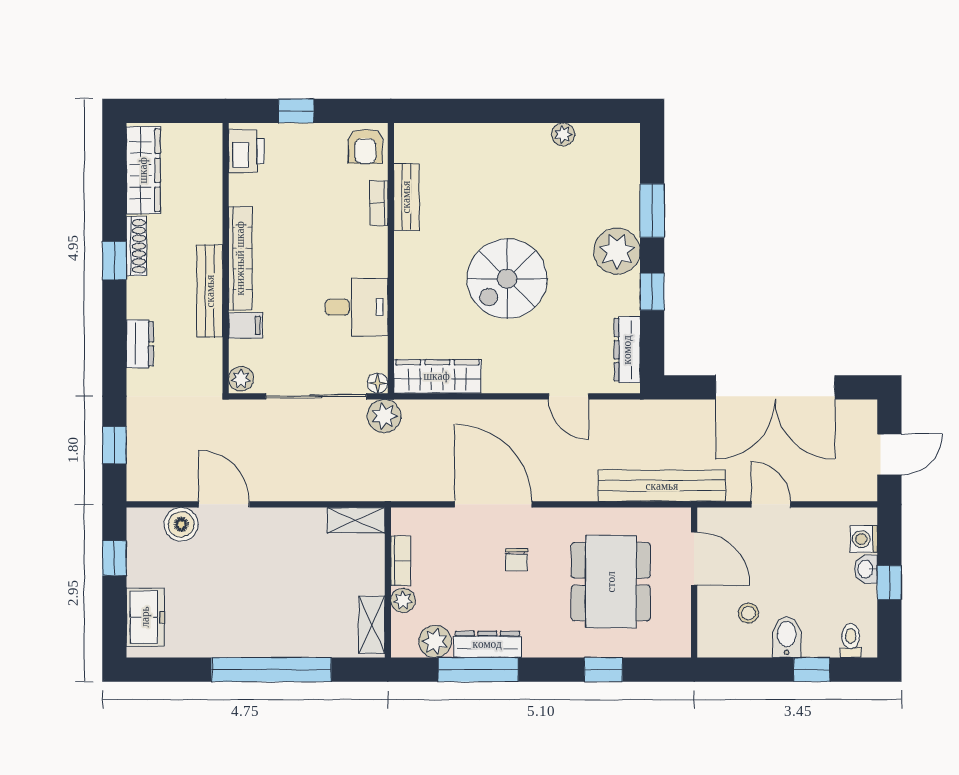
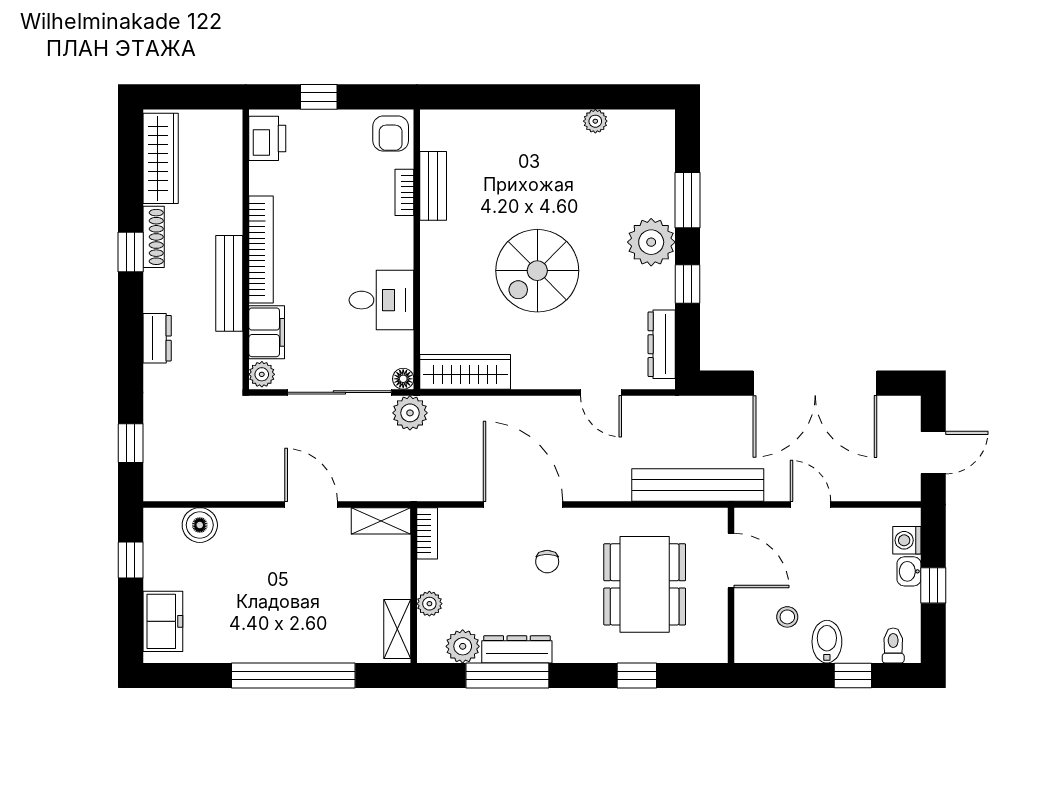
filing cabinet: (246, 325) -> (267, 332), width x2.00
door: (224, 504) -> (311, 504), moved
bookcase: (401, 561) -> (427, 533), moved

